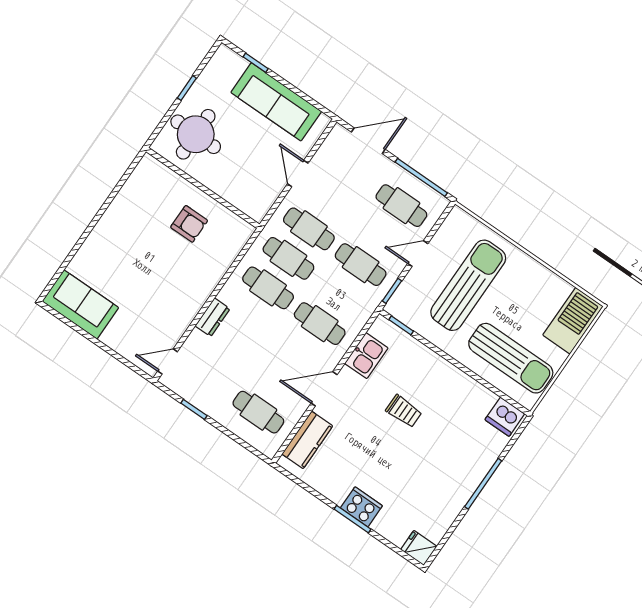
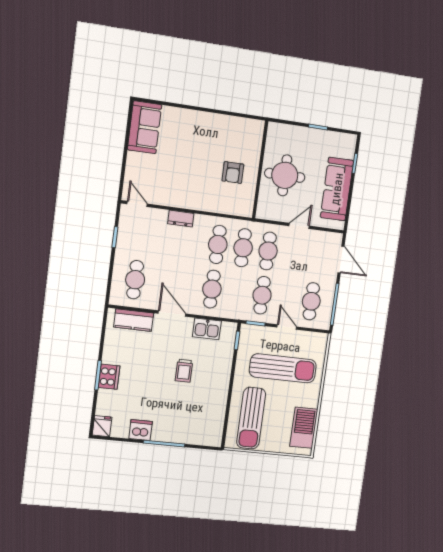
round table: (196, 134) -> (285, 175), moved
barbecue: (573, 321) -> (304, 428), moved, turned -90
dishwasher: (505, 417) -> (141, 430), moved, turned 90

